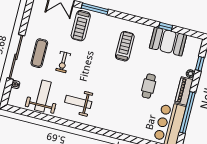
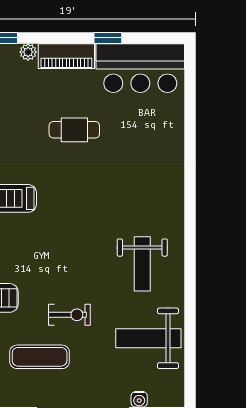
exercise mat: (39, 53) -> (40, 357), moved
window: (187, 112) -> (108, 38), width x0.32

